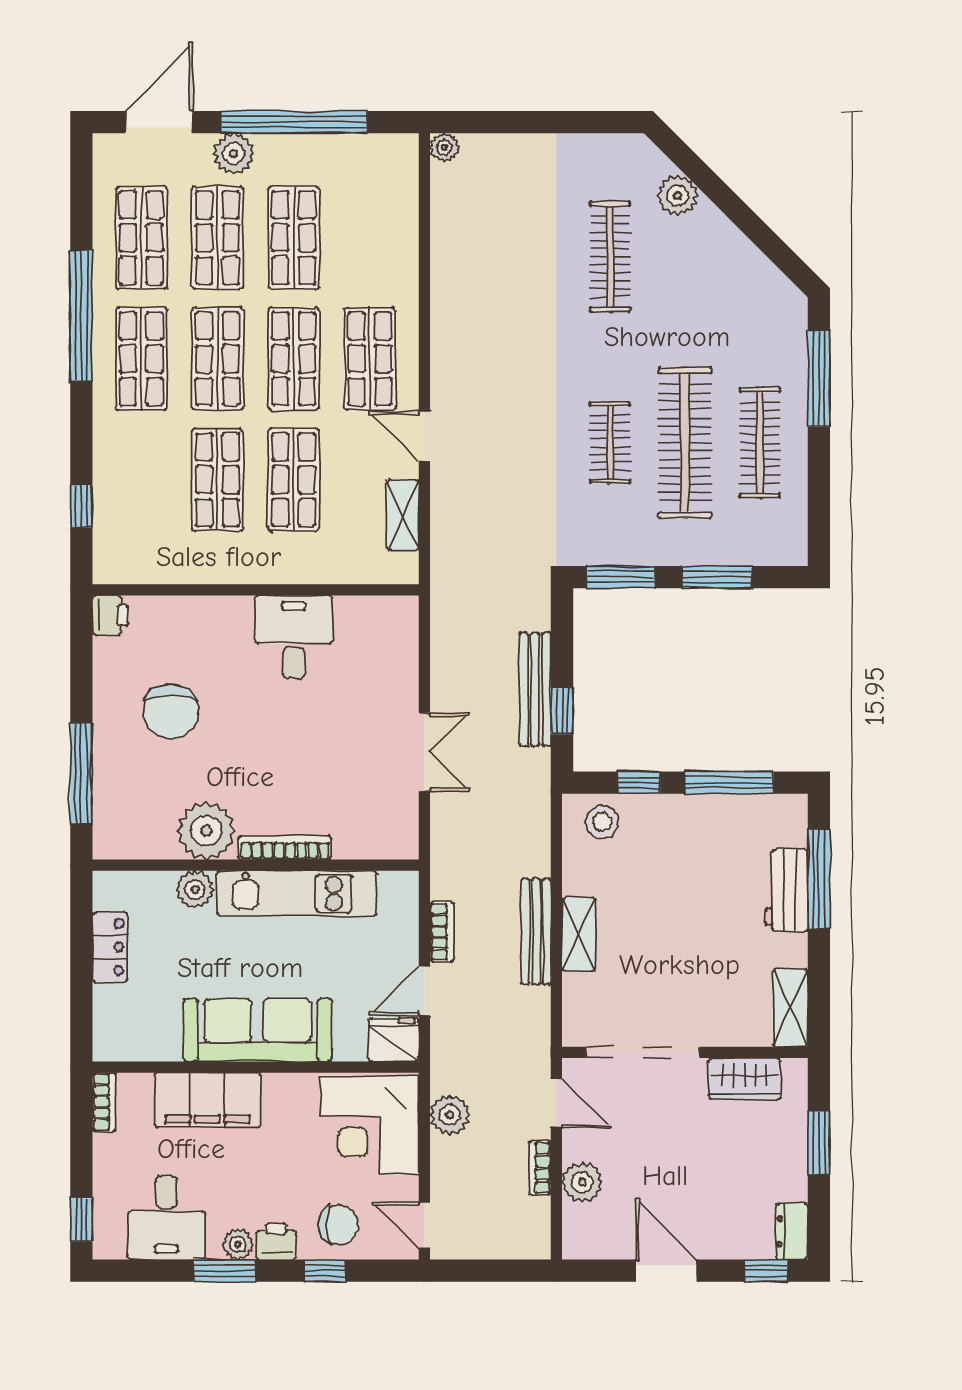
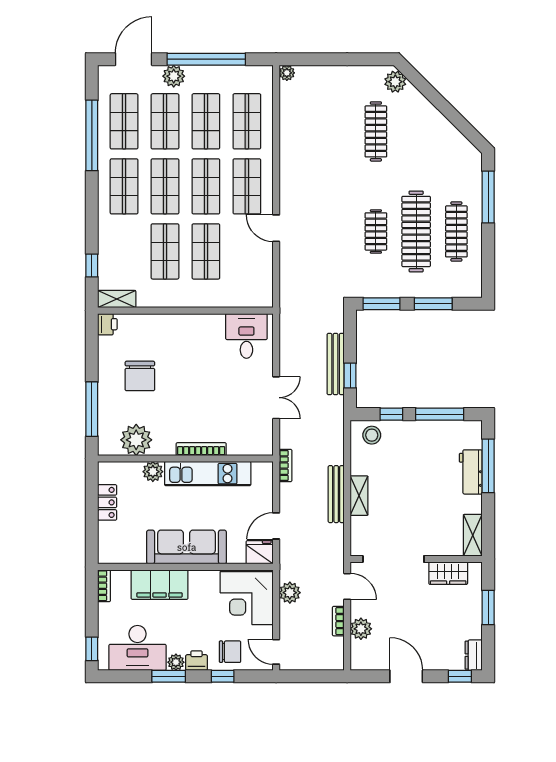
plant: (678, 195) -> (395, 82), moved
shop shelf: (370, 238) -> (247, 121), added
window: (81, 316) -> (92, 135), moved
shelving: (403, 515) -> (117, 299), moved, turned 90
desk: (294, 637) -> (246, 336), moved
plant: (206, 831) -> (136, 440), moved
bookcase: (442, 932) -> (286, 466), moved
desk: (166, 1218) -> (137, 648), width x1.37

